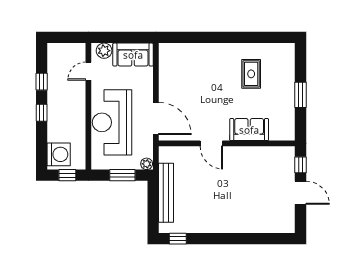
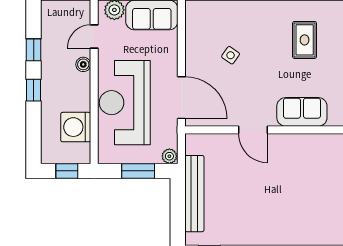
side table: (194, 86) -> (231, 55), added
boiler: (80, 93) -> (83, 64), added
washing machine: (59, 154) -> (76, 127), moved, turned 180

